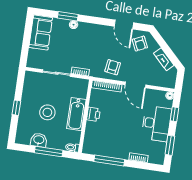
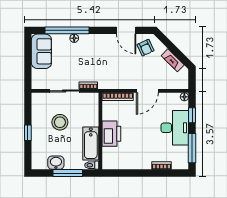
window: (68, 16) -> (67, 30), width x2.11
armchair: (113, 67) -> (121, 76), removed
door: (135, 85) -> (147, 91), hinge flipped
stool: (47, 112) -> (60, 122), moved
bathtub: (76, 114) -> (91, 143), moved
printer: (93, 114) -> (111, 134), width x1.87, depth x1.48
window: (170, 145) -> (192, 148), width x1.44
window: (109, 160) -> (132, 173), removed

